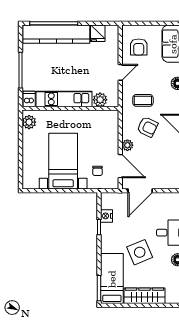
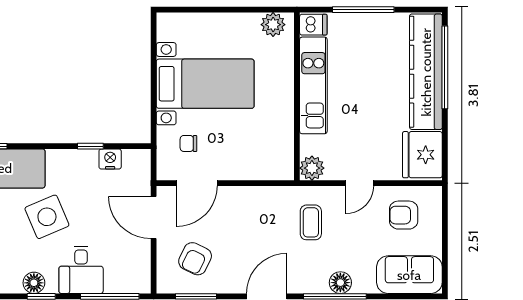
fridge: (98, 33) -> (422, 155), width x1.88, depth x1.34
door: (120, 72) -> (360, 183), hinge flipped
plant: (100, 100) -> (312, 168), moved
armchair: (147, 127) -> (195, 259), moved
plant: (127, 145) -> (233, 196), removed

